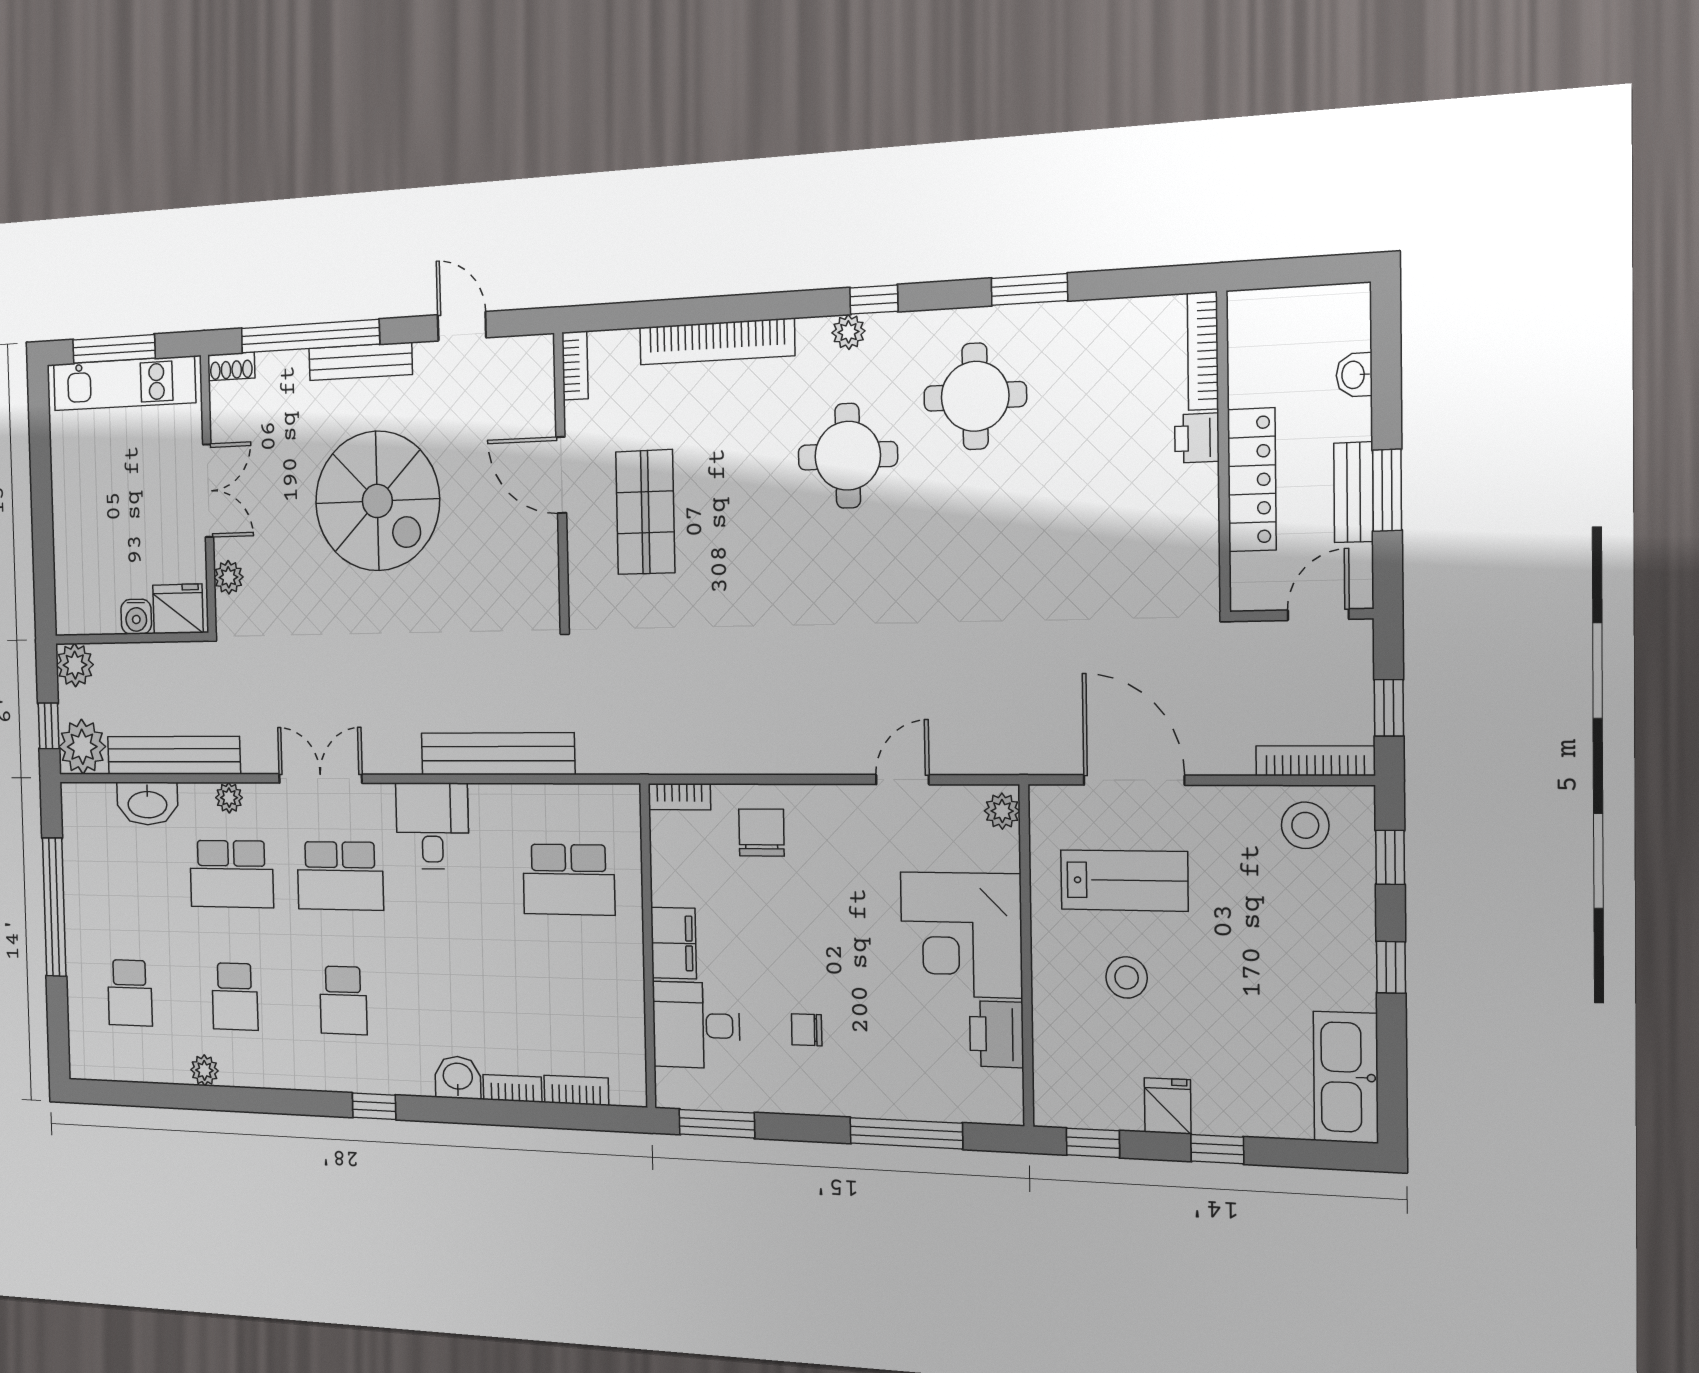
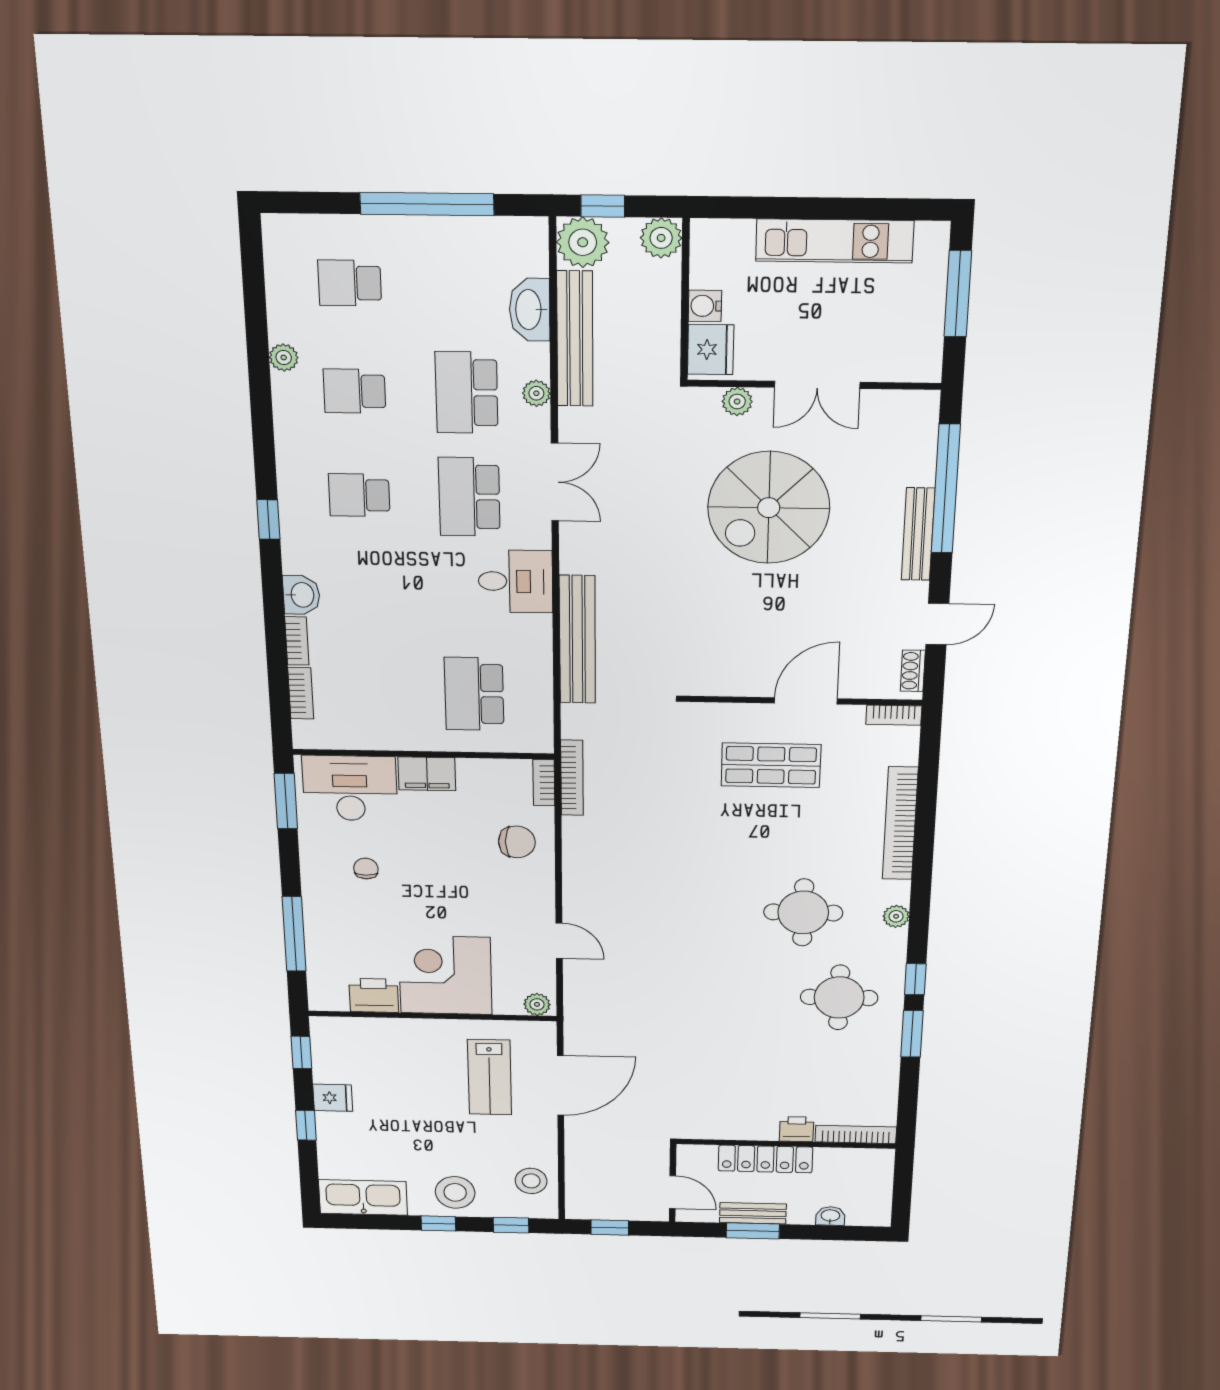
window: (874, 300) -> (915, 979), moved
shoe rack: (231, 366) -> (913, 671), moved
kitchen unit: (124, 383) -> (835, 241), moved, turned -90
spiral stairs: (377, 501) -> (769, 508), moved
bookcase: (1315, 761) -> (572, 778), moved
stool: (1127, 977) -> (455, 1192), moved, width x1.38, depth x1.38
desk: (696, 1025) -> (350, 788), width x1.37

